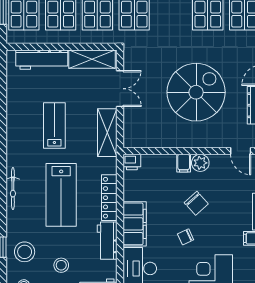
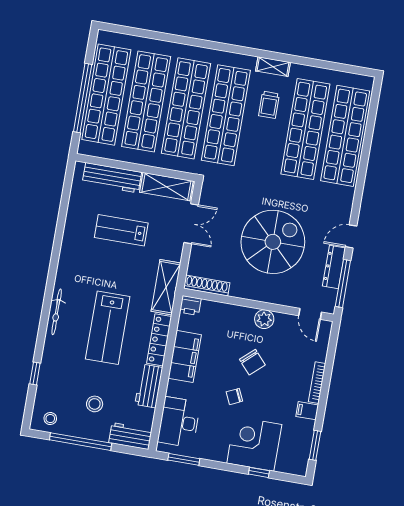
lab bench: (54, 125) -> (121, 230), moved, turned -90
shelving: (107, 133) -> (166, 287), moved
shoe rack: (143, 142) -> (207, 286), added
filing cabinet: (184, 163) -> (246, 316), removed
filing cabinet: (135, 224) -> (185, 356), moved
stool: (25, 252) -> (57, 383), removed

